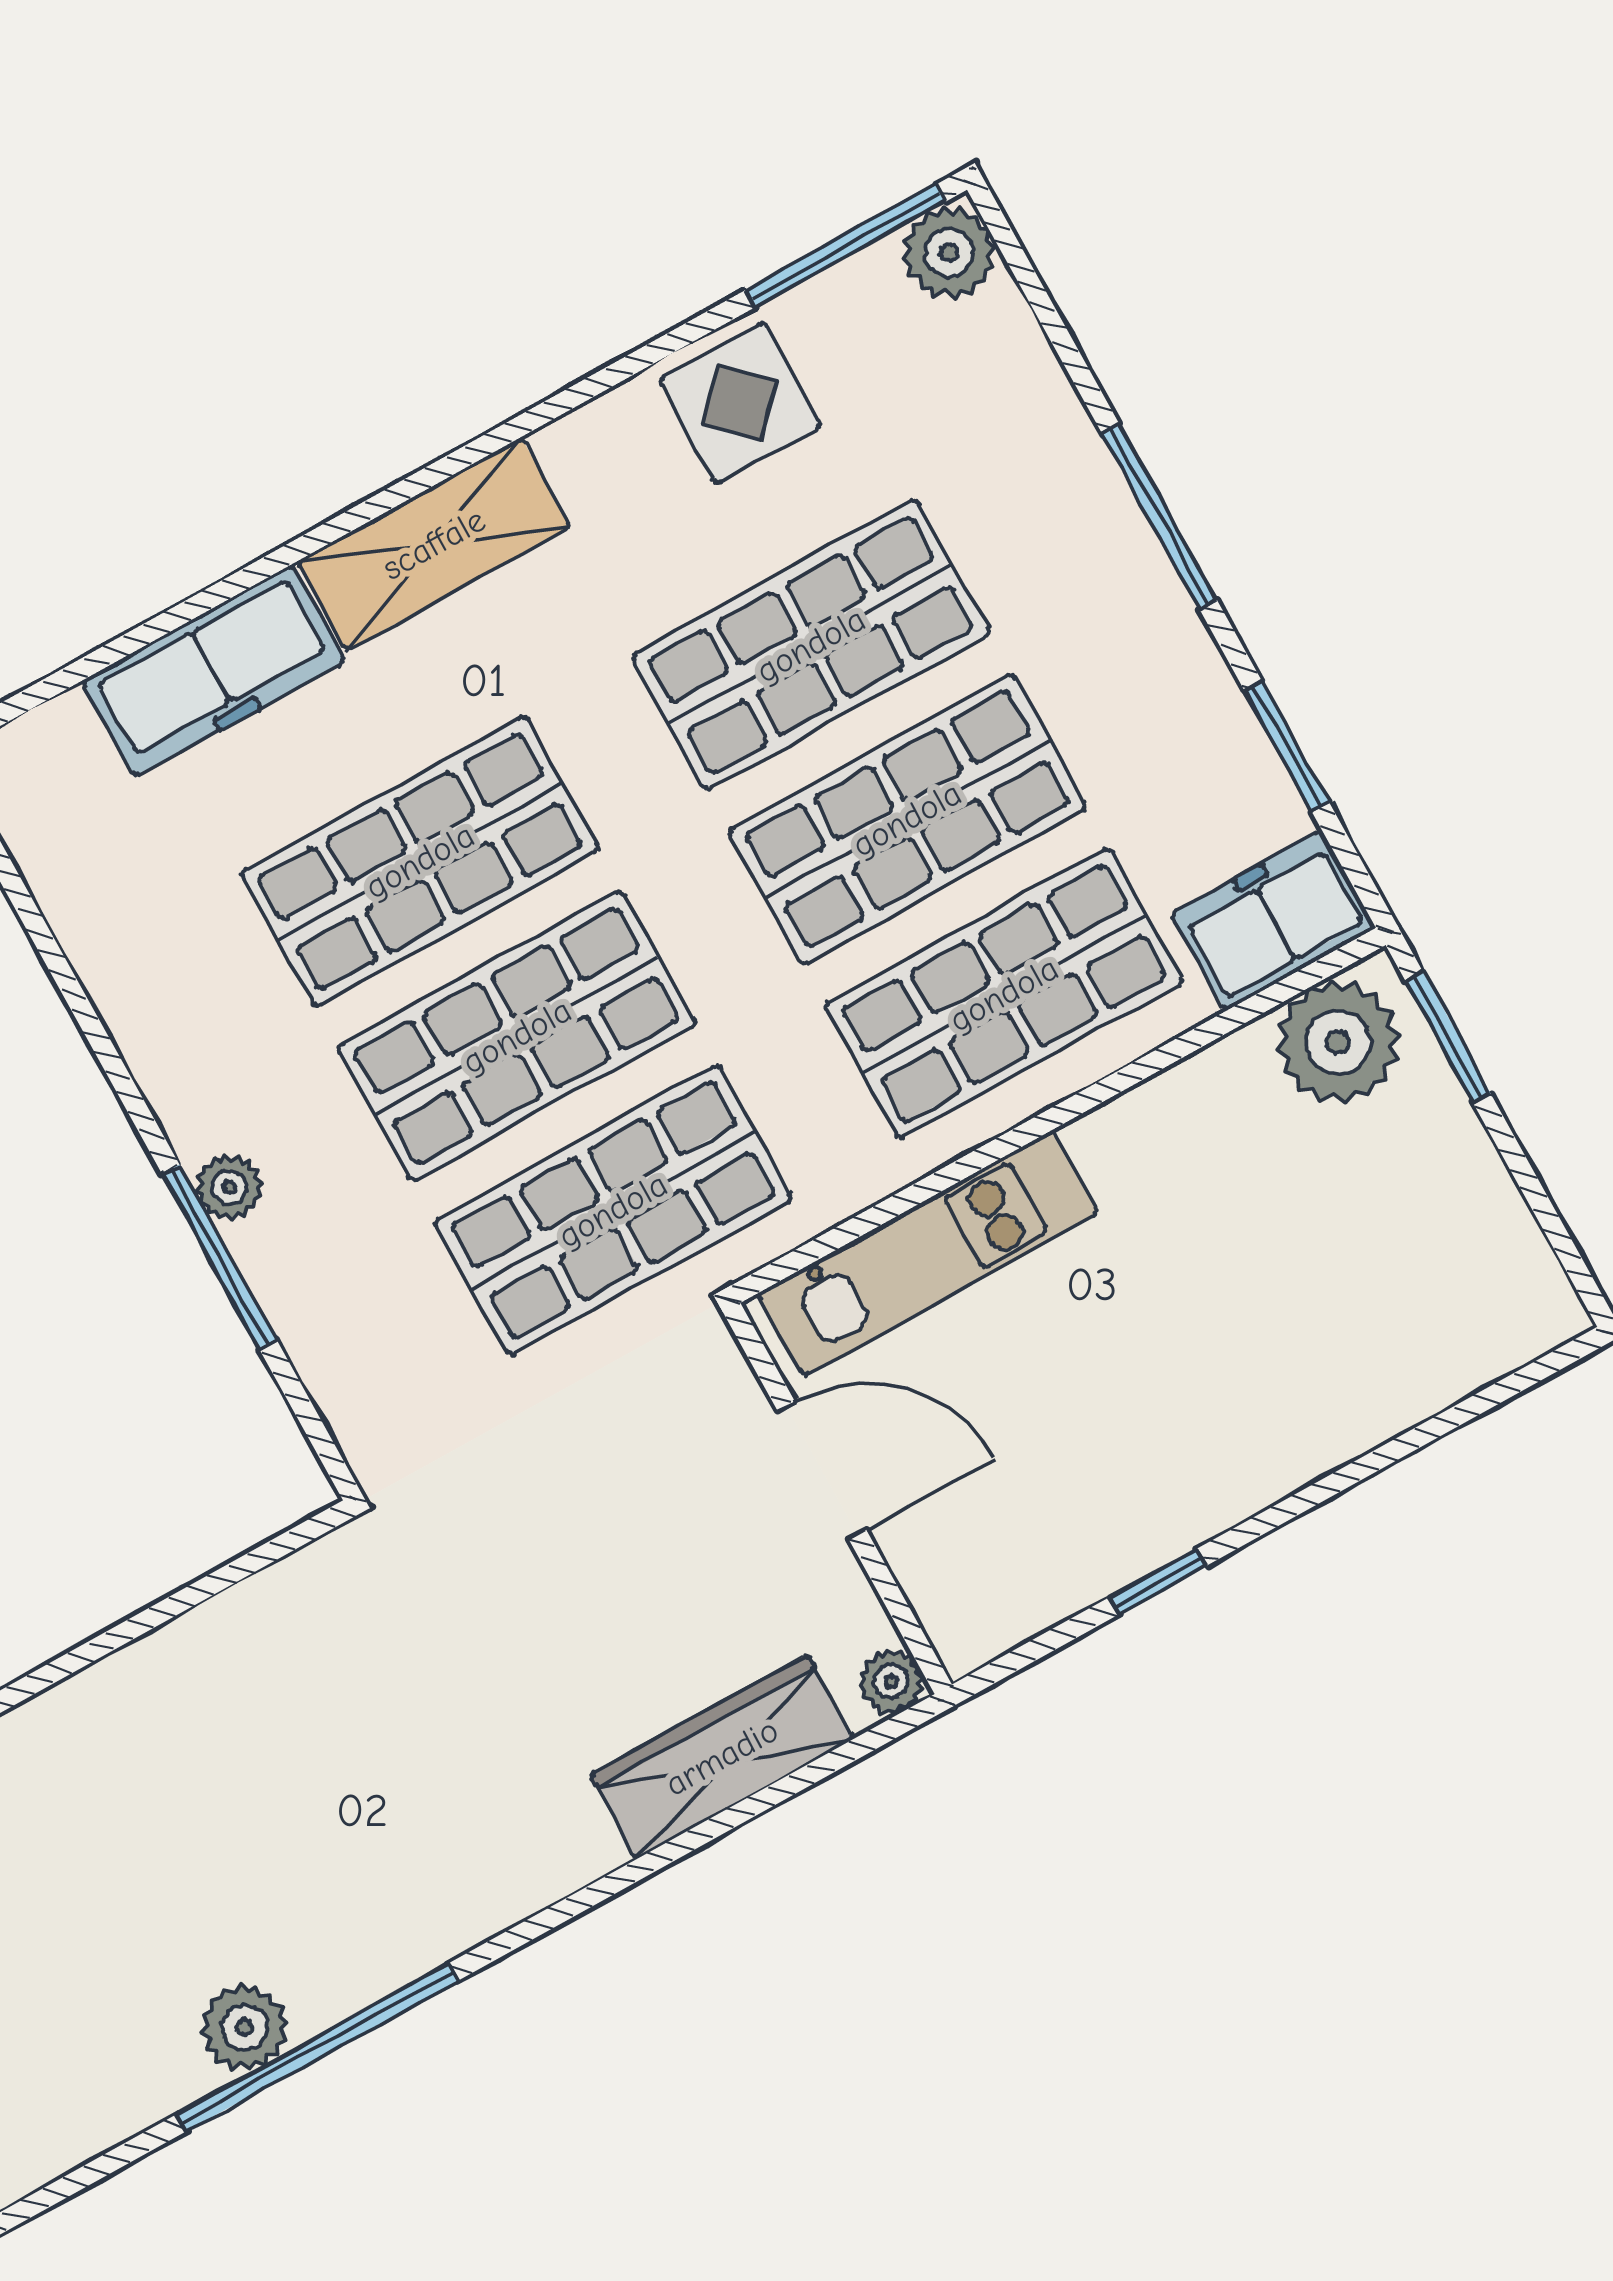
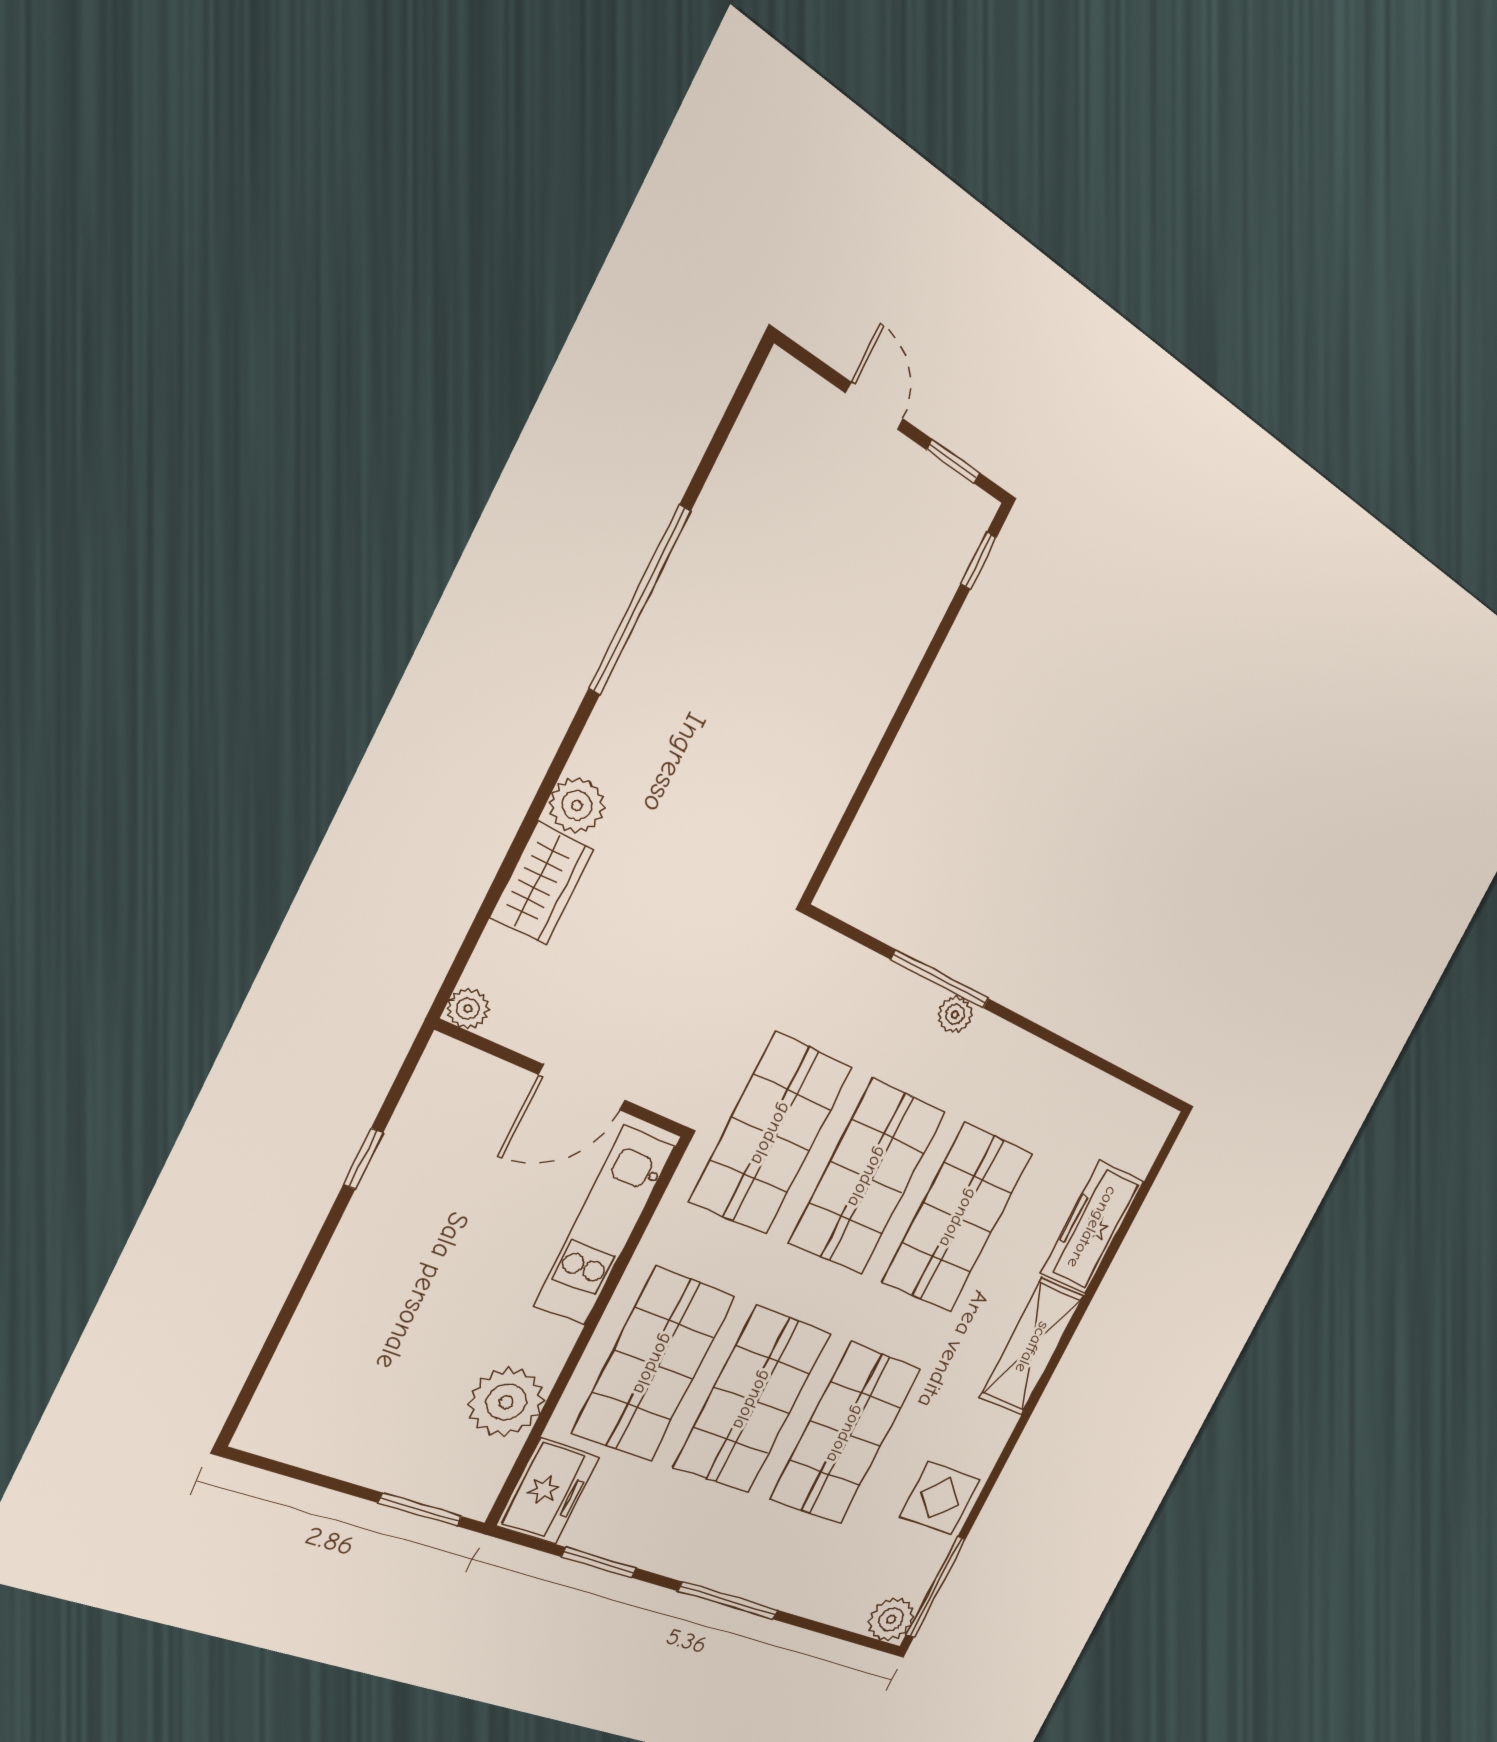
plant: (1338, 1042) -> (506, 1402), moved
wardrobe: (722, 1757) -> (542, 883), width x0.67
plant: (245, 2027) -> (577, 805), moved

